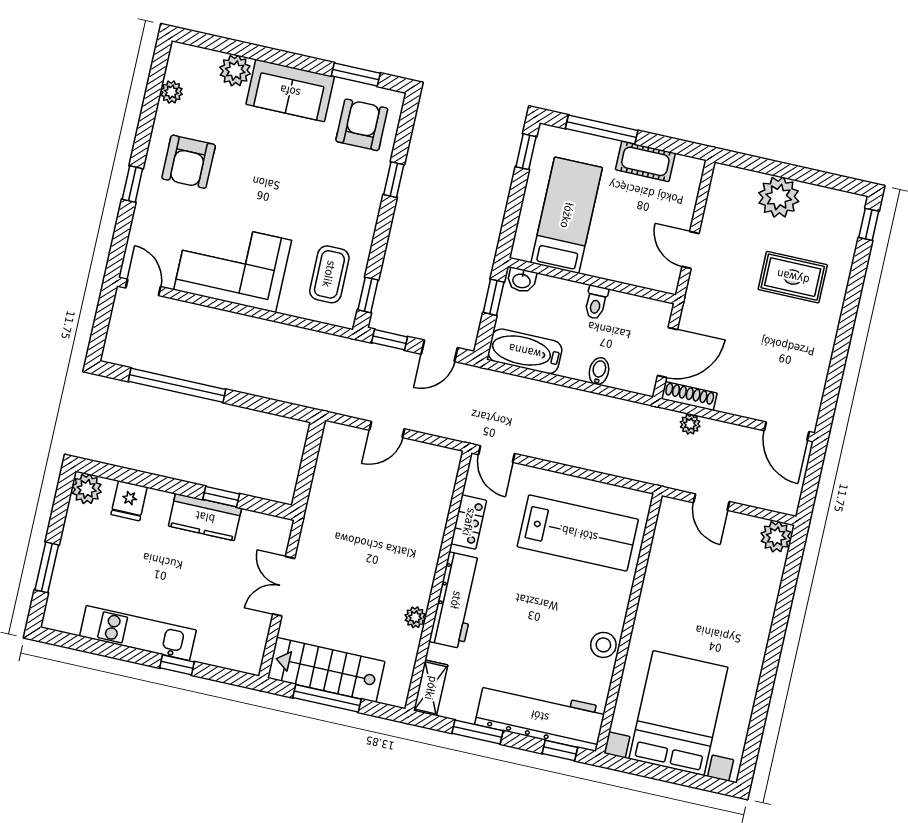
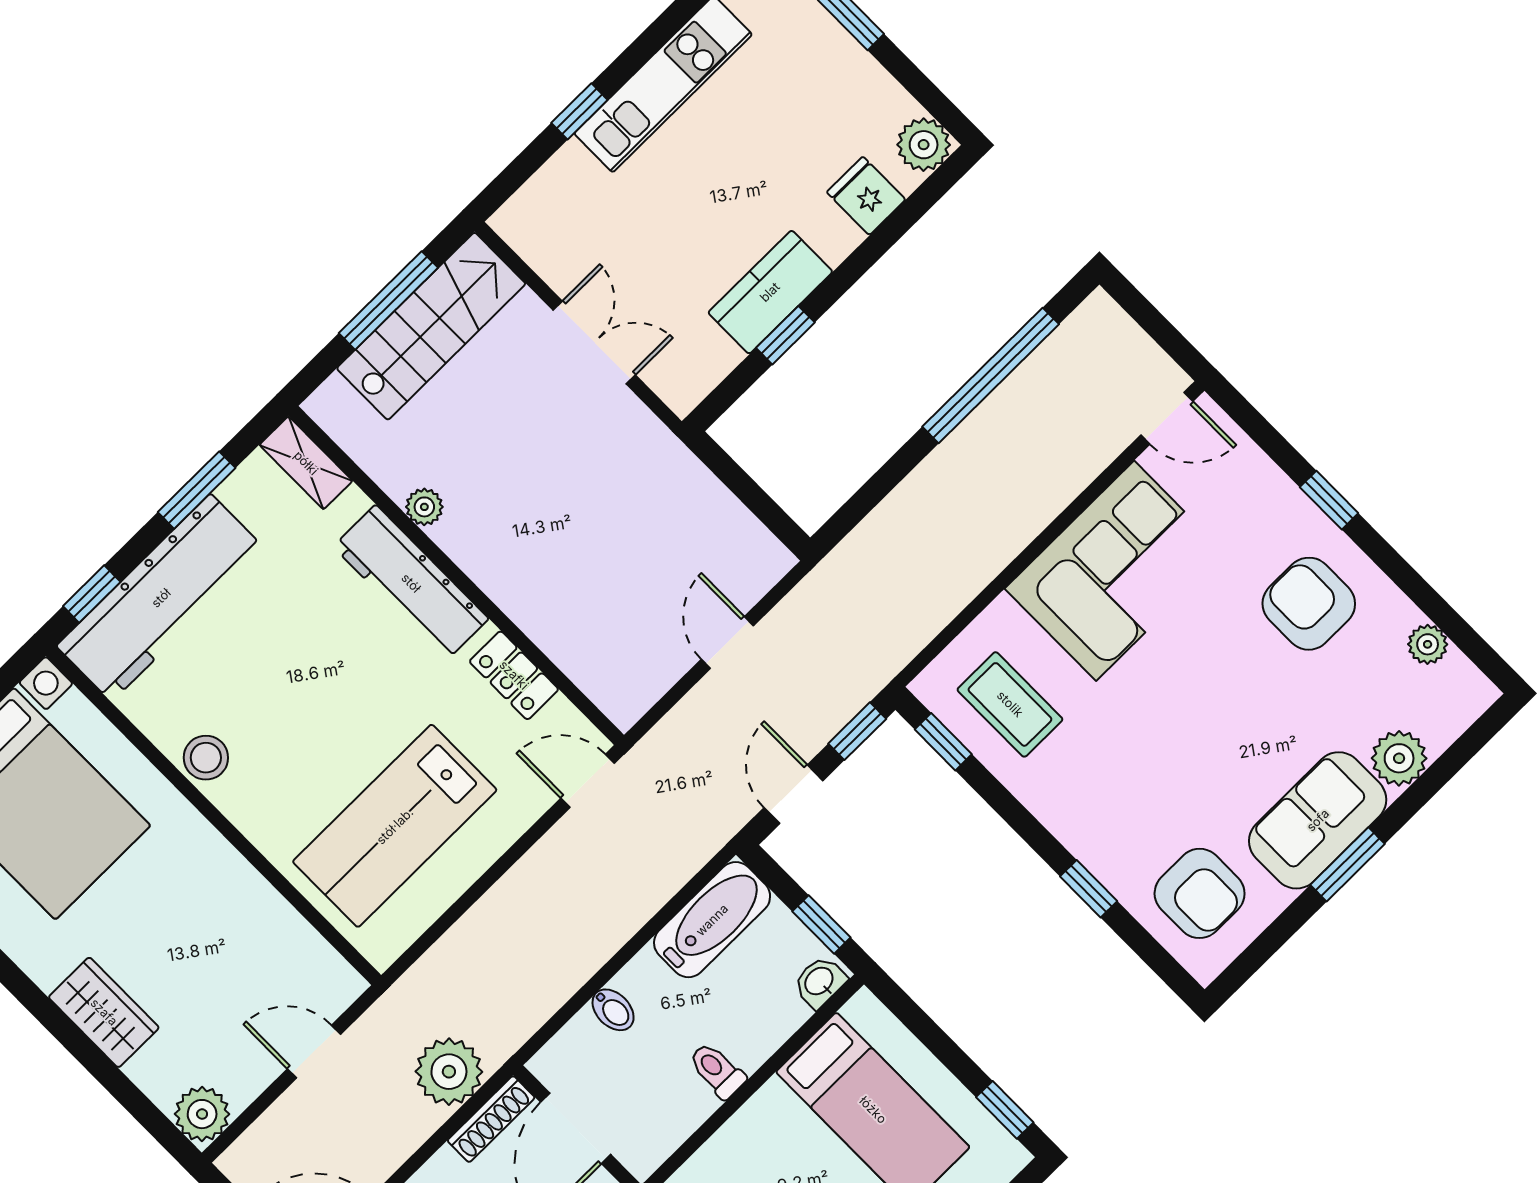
window: (356, 75) -> (1348, 864), moved
plant: (690, 424) -> (449, 1072), width x1.88, depth x1.88
wardrobe: (758, 615) -> (104, 1012), added

